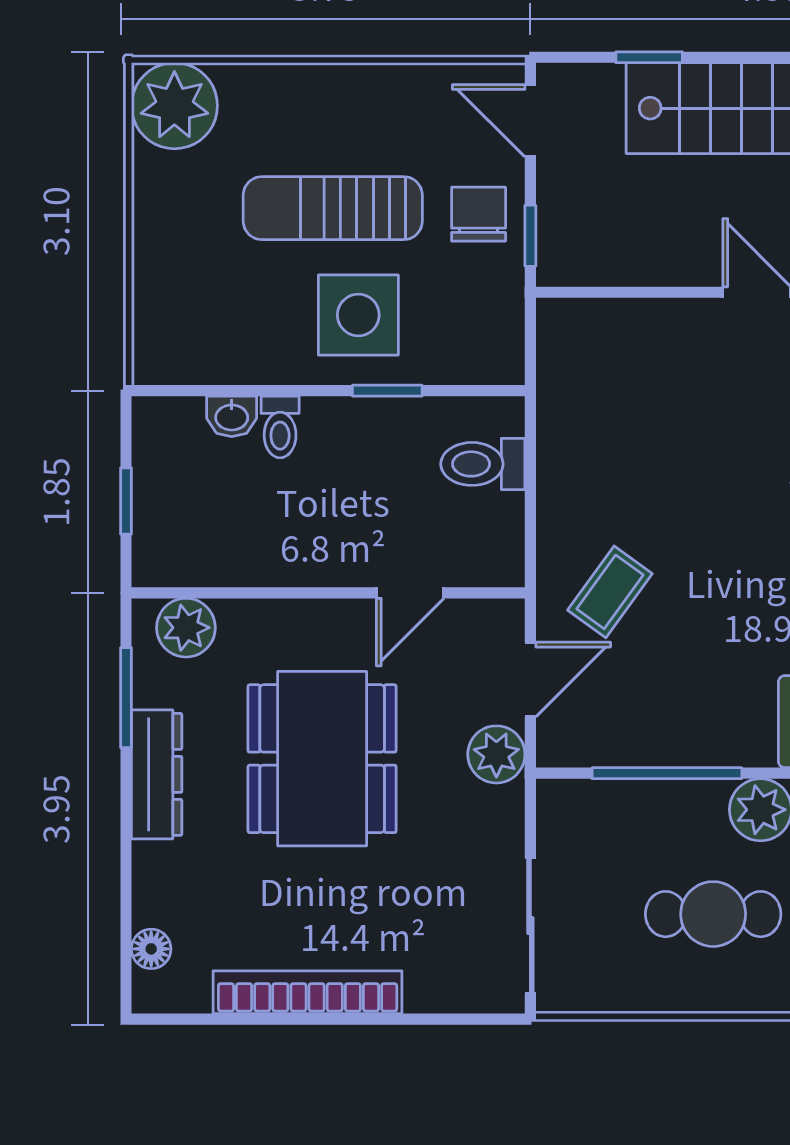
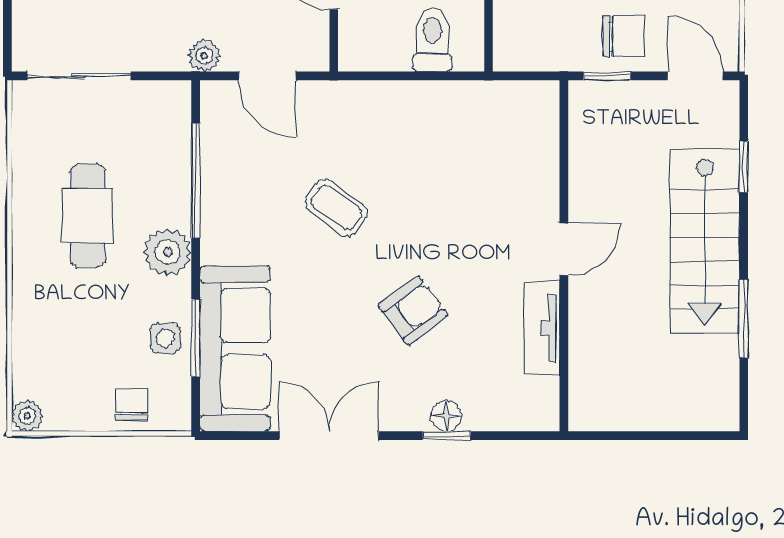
door: (530, 121) -> (695, 76), hinge flipped
coffee table: (610, 592) -> (336, 208), moved
plant: (496, 754) -> (204, 56), width x0.73, depth x0.73

